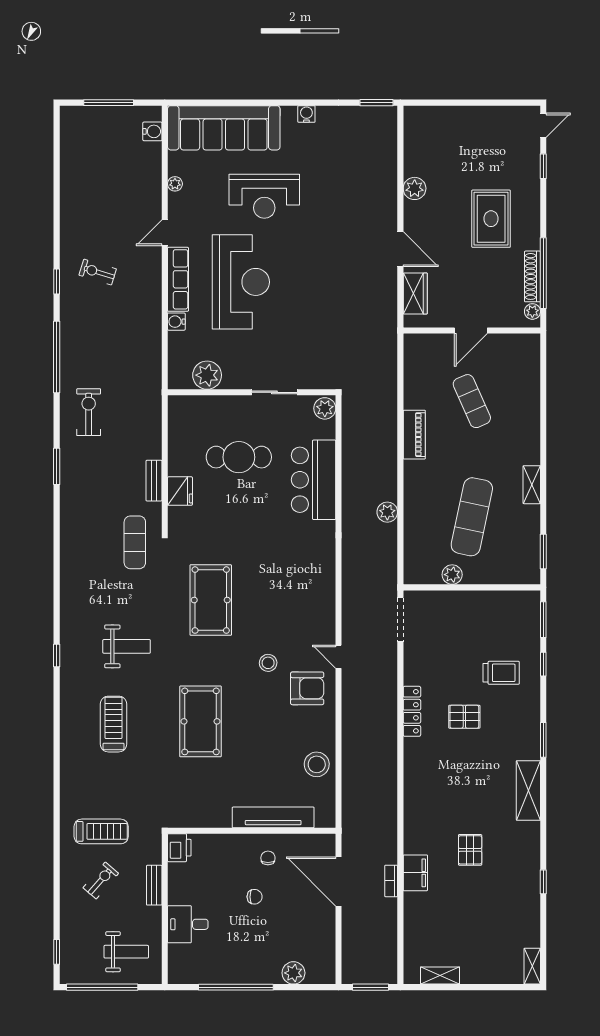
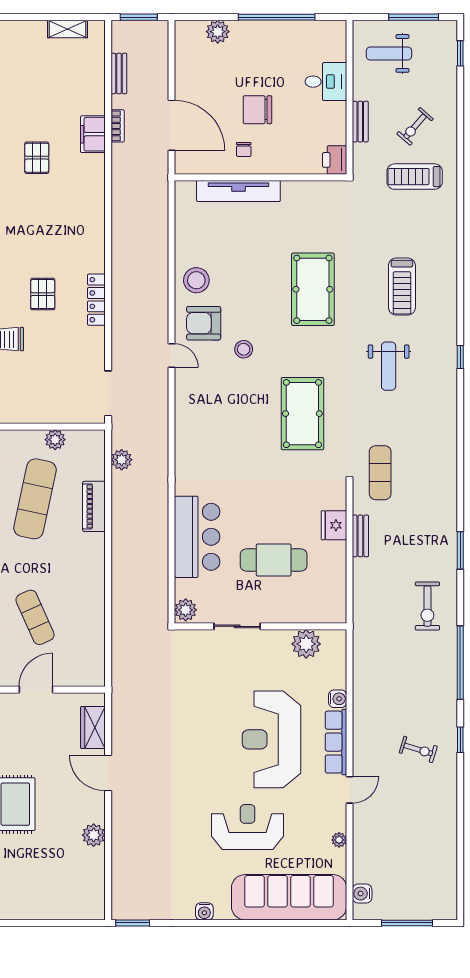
piano: (414, 435) -> (94, 506), moved
plant: (387, 512) -> (122, 460), moved
weight bench: (127, 646) -> (389, 366), turned -90
pallet: (464, 717) -> (43, 294), turned 90
stool: (317, 764) -> (196, 280), moved
chair: (255, 897) -> (258, 110), width x1.87, depth x1.87
bench: (390, 932) -> (119, 73), added
window: (102, 987) -> (414, 17), width x0.68

